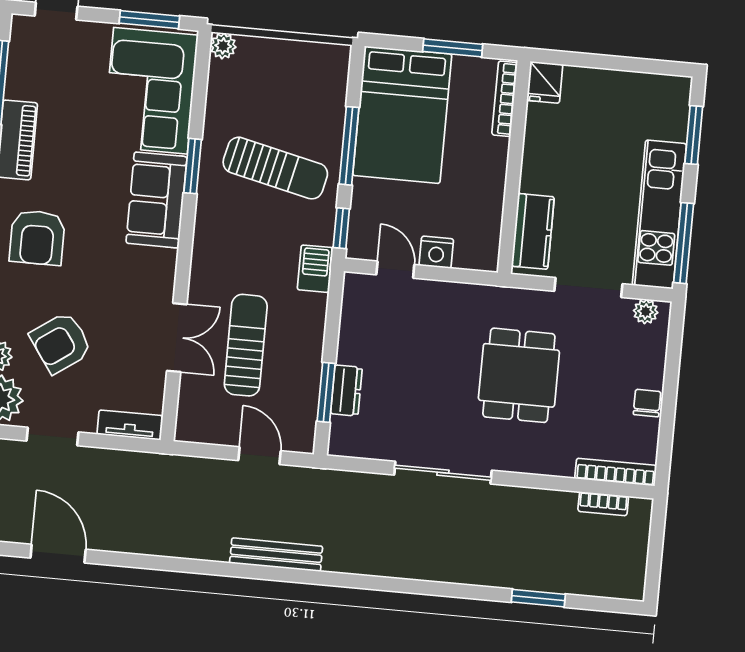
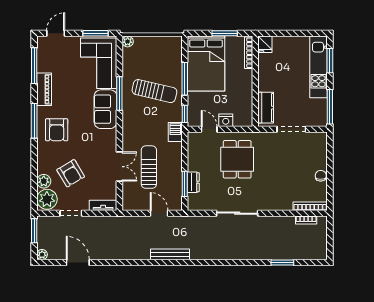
window: (193, 166) -> (119, 93), width x1.44
kitchen unit: (659, 214) -> (319, 67), moved
plant: (646, 312) -> (317, 137), removed
armchair: (61, 343) -> (71, 173), turned -86
dining table: (519, 375) -> (237, 159), moved

